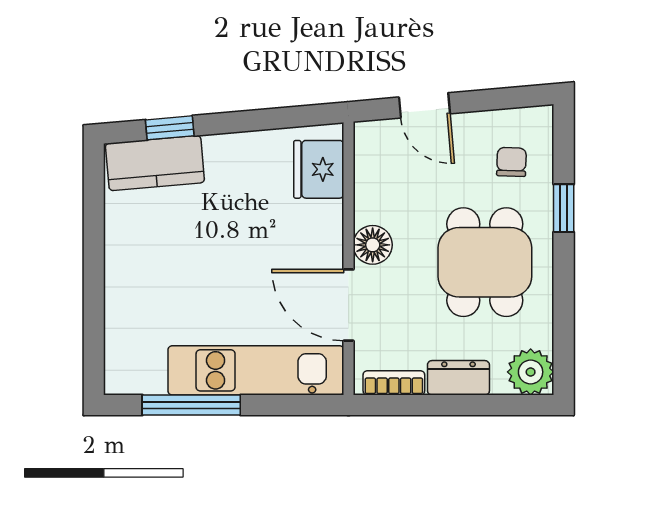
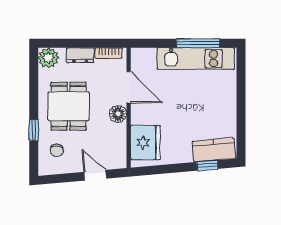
fridge: (319, 169) -> (145, 143), width x1.36, depth x1.34
kitchen unit: (256, 370) -> (196, 59), moved

